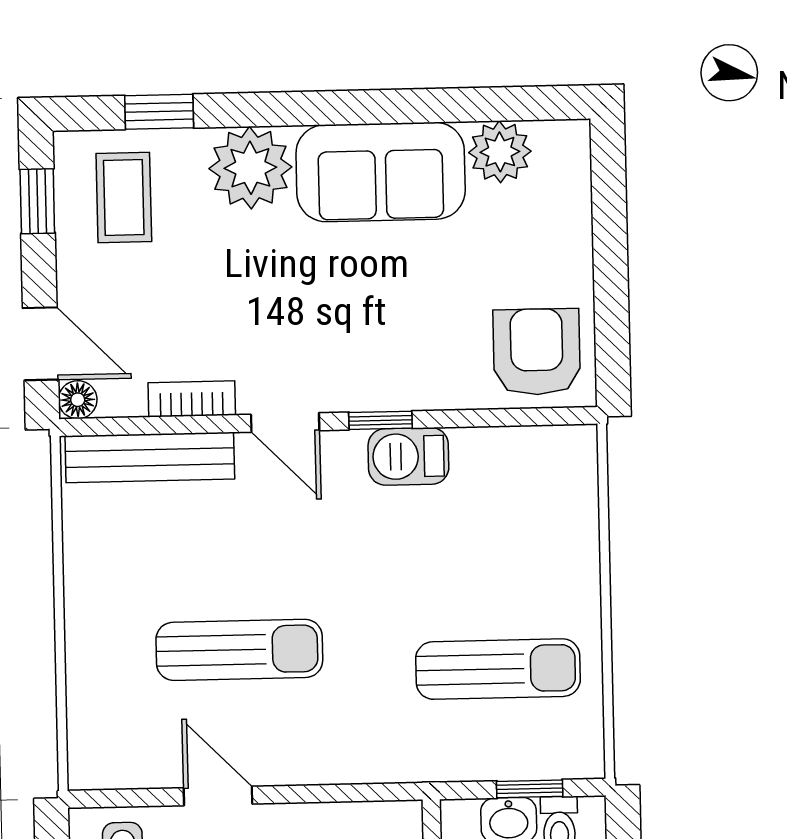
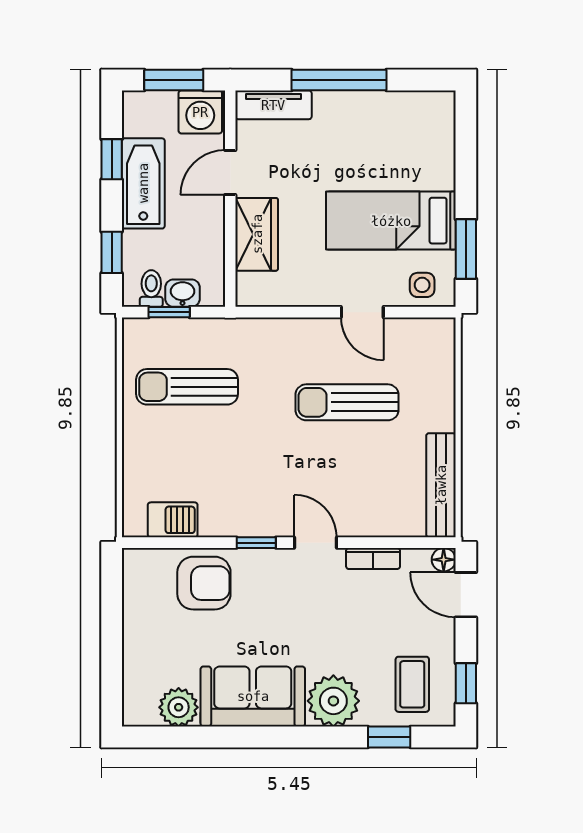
armchair: (537, 352) -> (204, 583), moved, turned -90
barbecue: (408, 456) -> (173, 520), moved
bench: (150, 457) -> (441, 485), moved, turned 90

